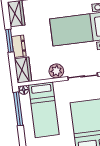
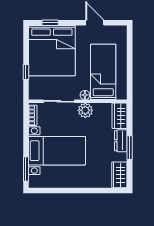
floor lamp: (24, 90) -> (85, 95), moved
window: (18, 109) -> (130, 76), removed

